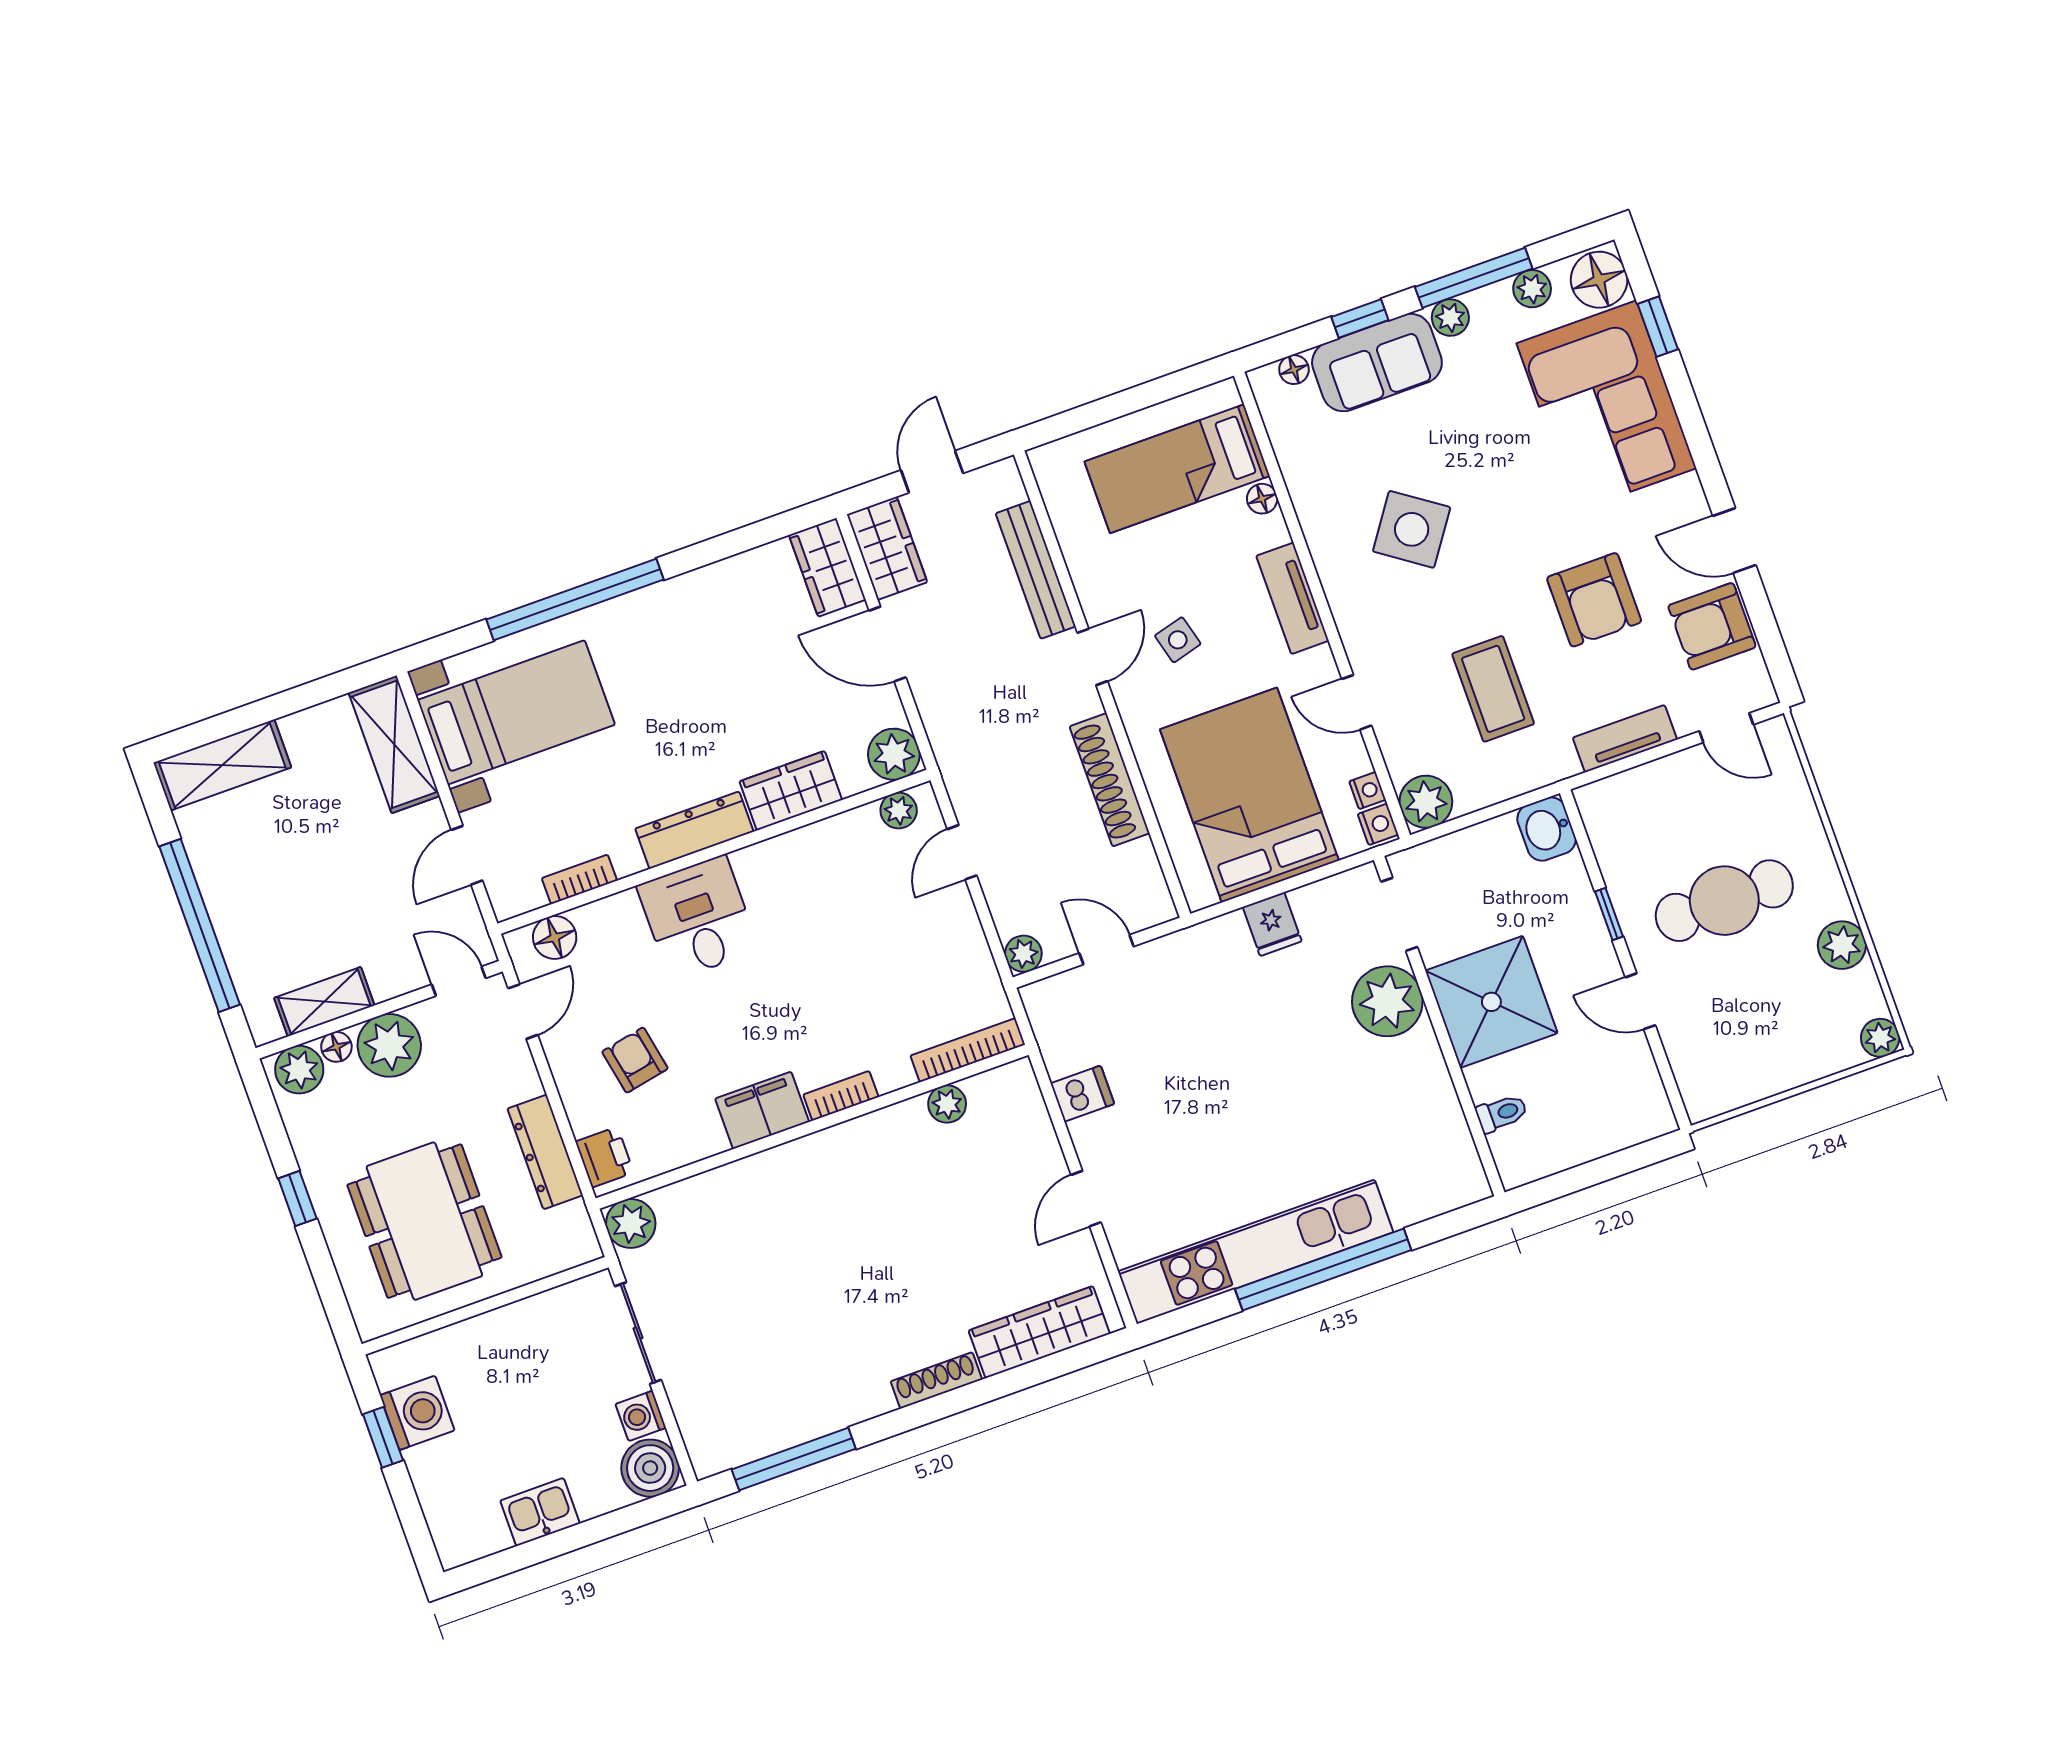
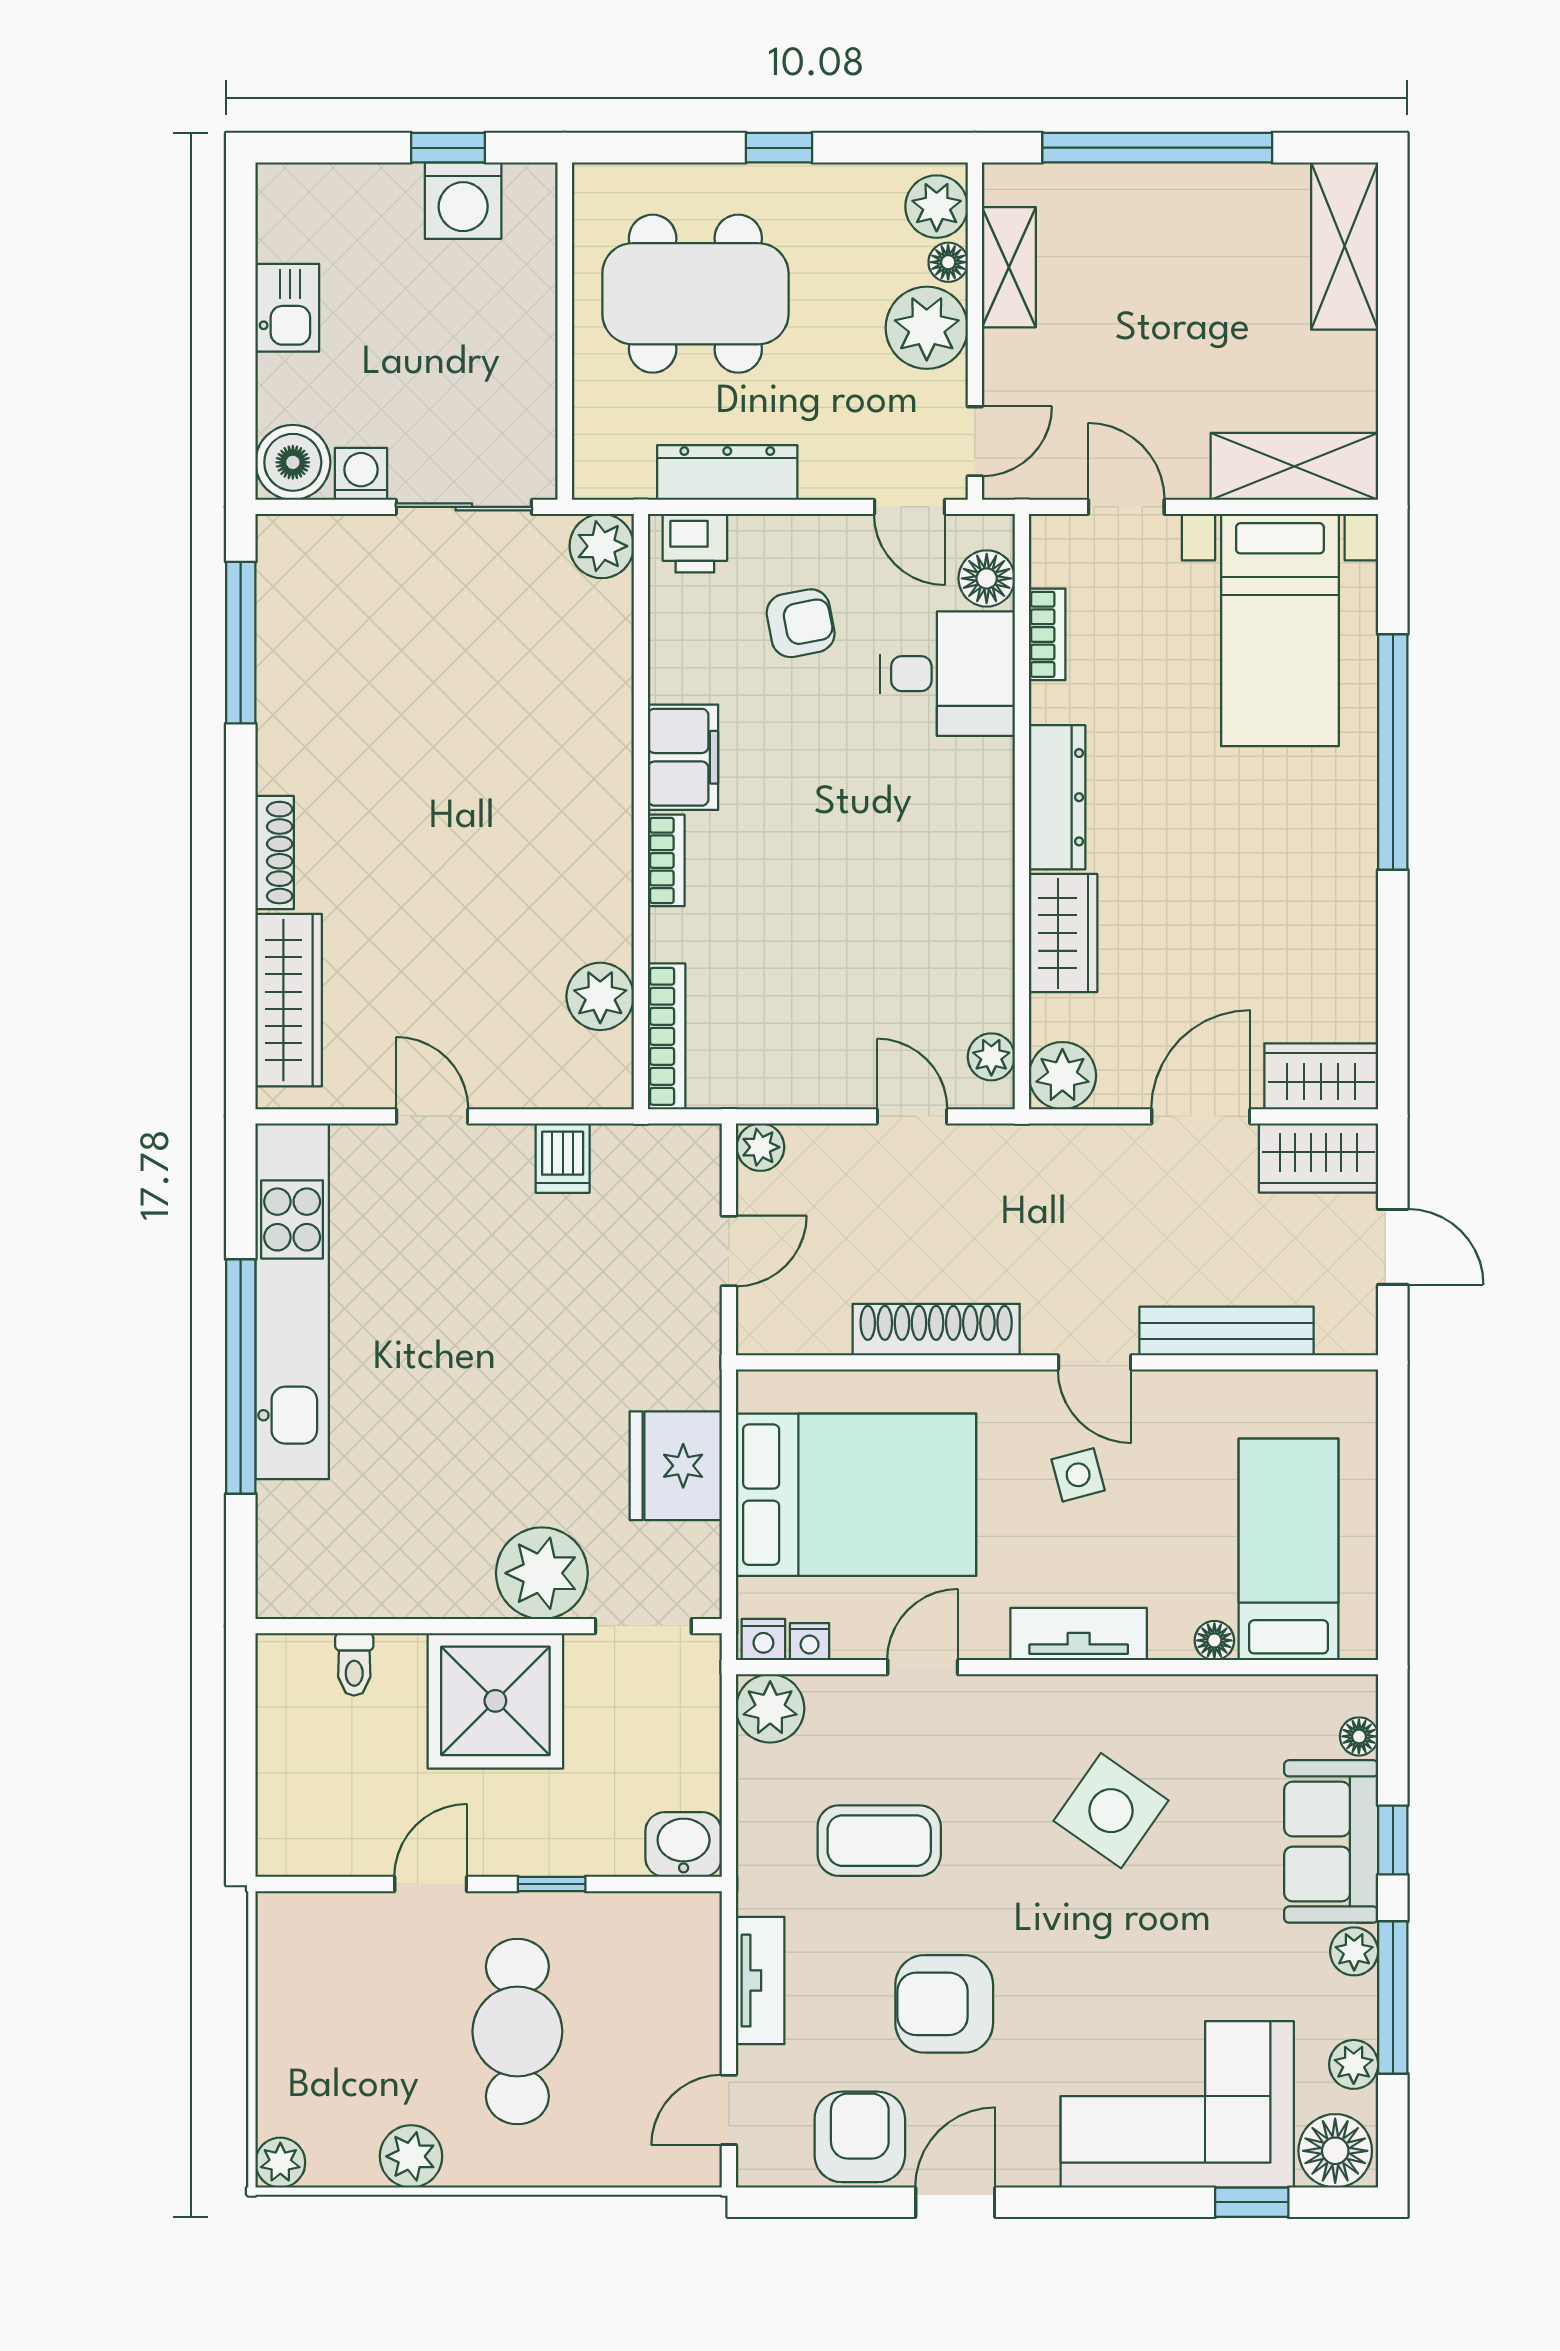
desk: (698, 918) -> (948, 674), moved
fridge: (1272, 924) -> (676, 1466), width x1.88, depth x1.34
plant: (947, 1104) -> (600, 996), width x1.38, depth x1.38

